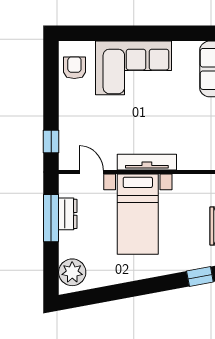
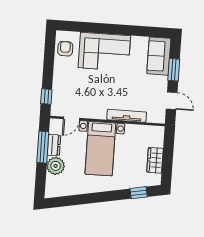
tv unit: (147, 162) -> (127, 116), moved
door: (91, 172) -> (72, 119), swing flipped
plant: (72, 272) -> (56, 166), moved

